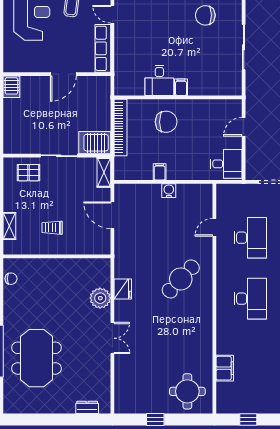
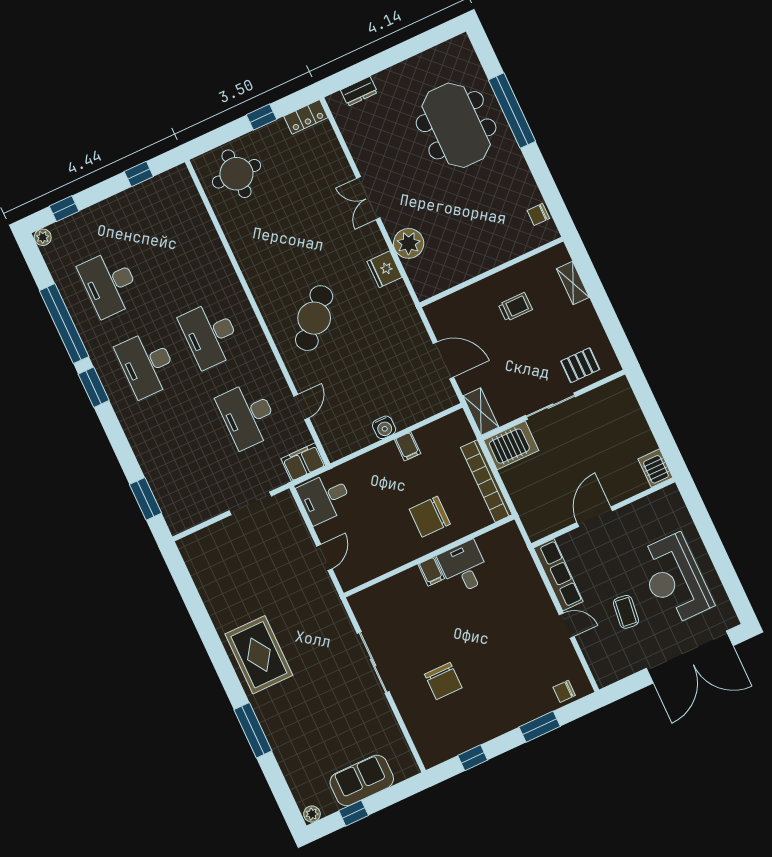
chair: (205, 15) -> (443, 681), turned 90
filing cabinet: (225, 368) -> (303, 462), moved, turned 90
locker: (128, 407) -> (306, 117), added

